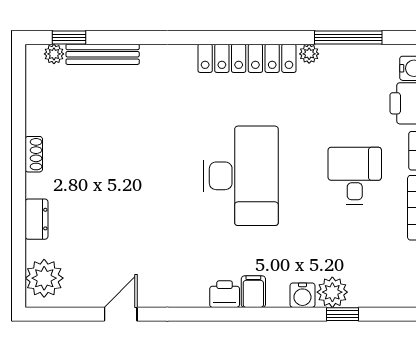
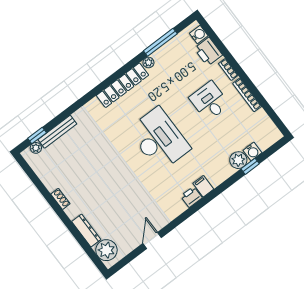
dresser: (36, 219) -> (86, 231), width x1.44
water cooler: (302, 295) -> (252, 151), moved

